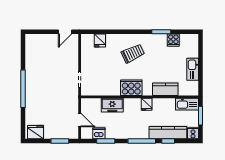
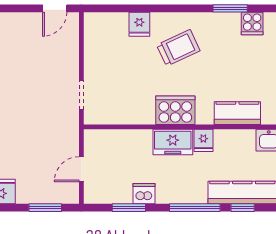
fridge: (100, 40) -> (139, 24), moved
freezer: (112, 105) -> (173, 142), moved
door: (80, 120) -> (81, 169), swing flipped
dishwasher: (99, 133) -> (144, 194), moved

